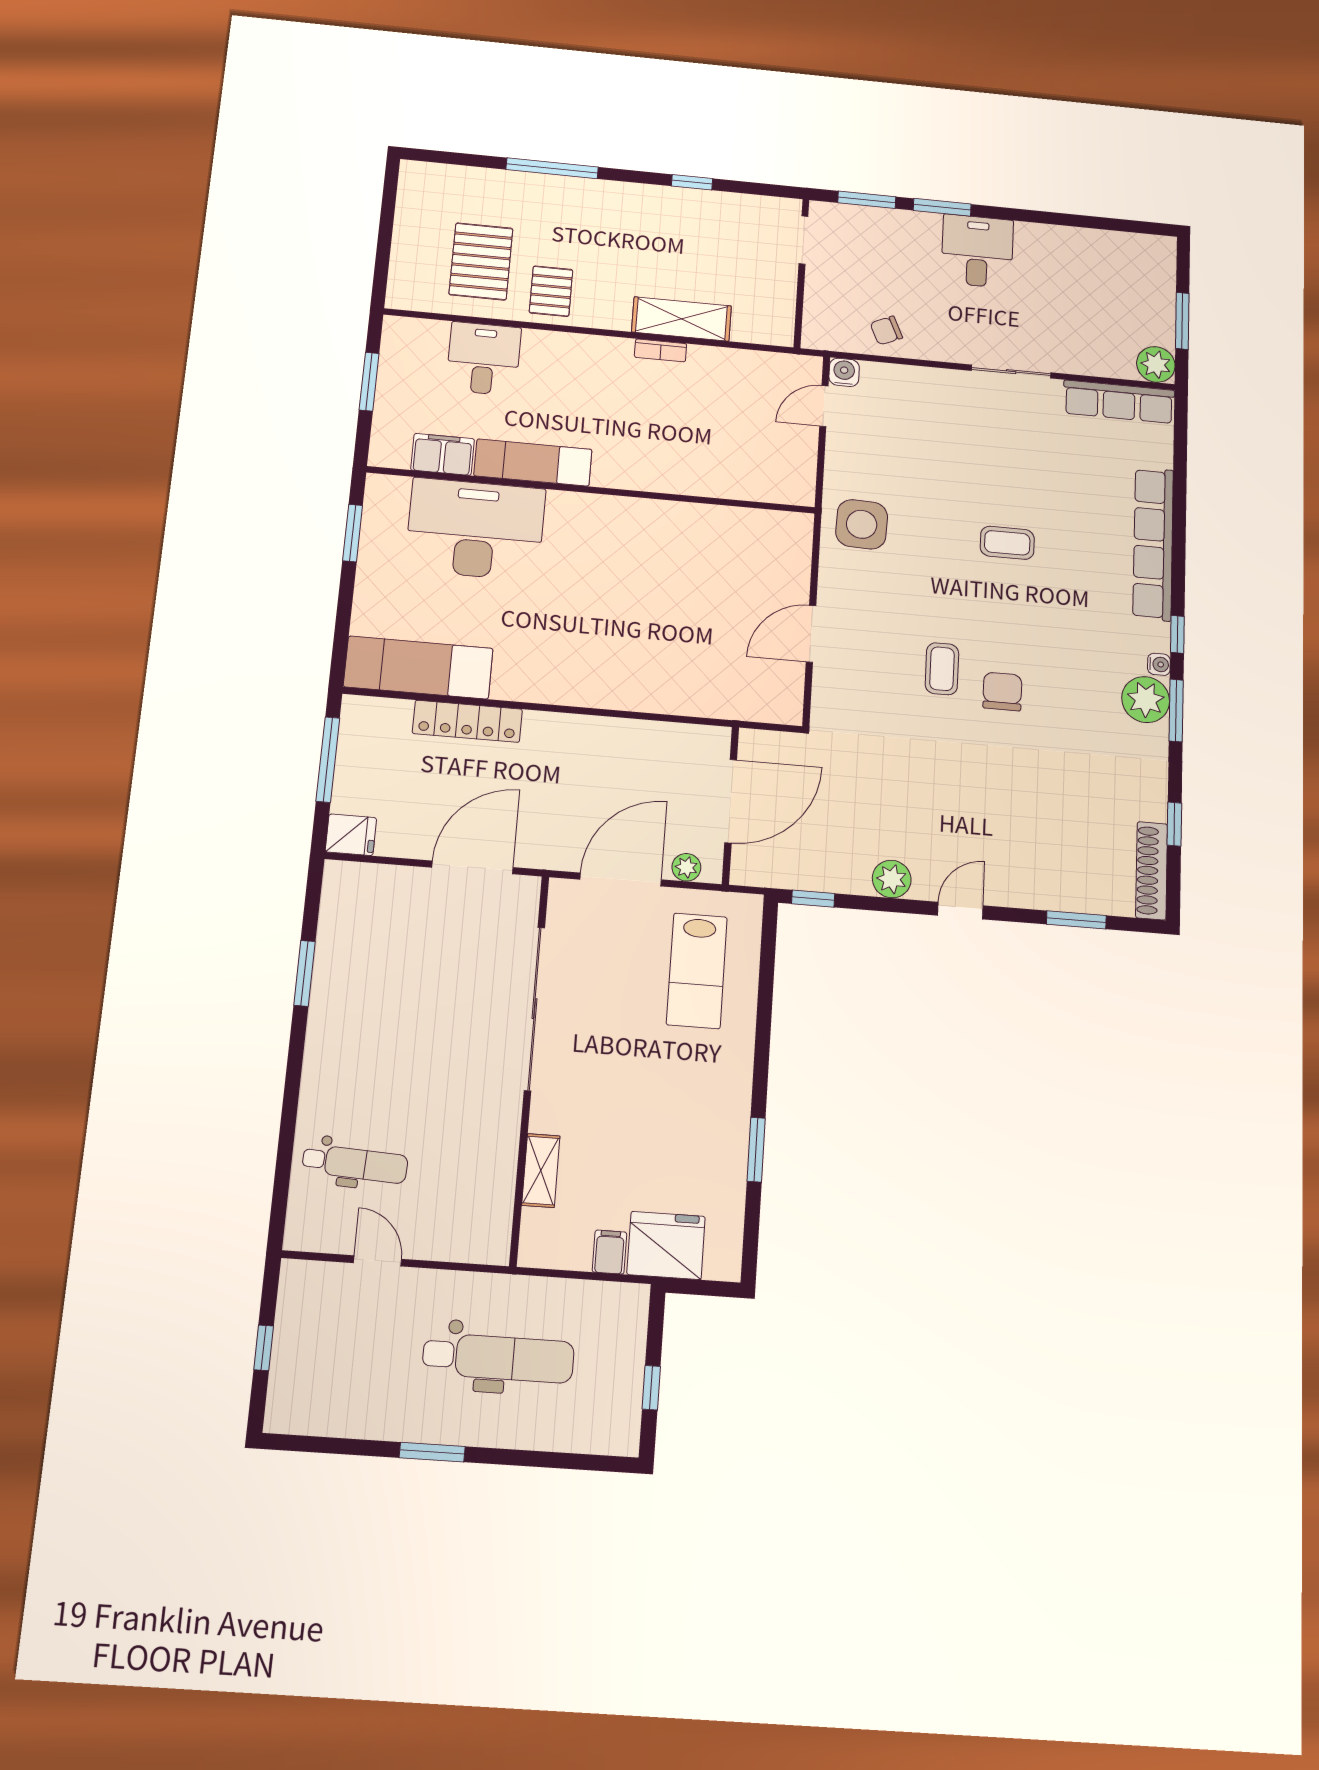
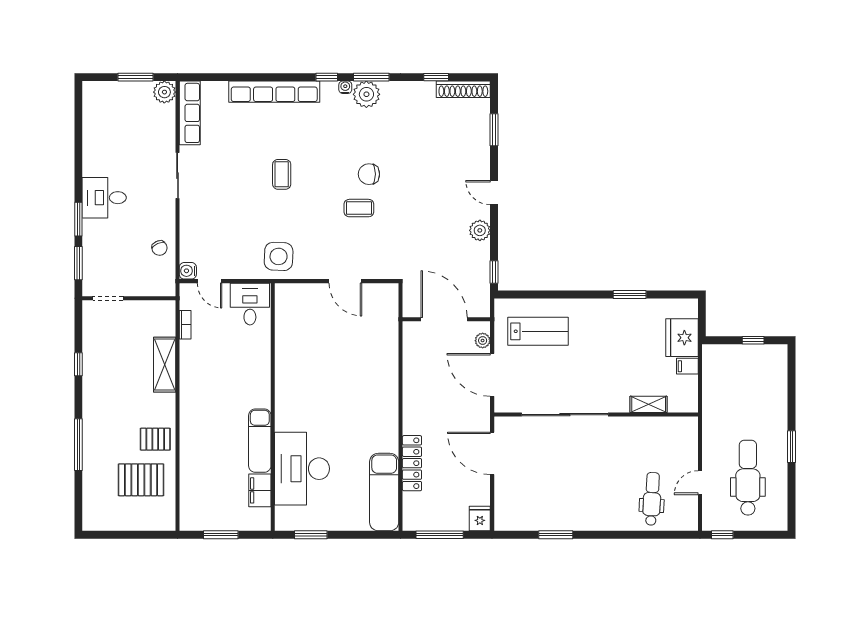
bookcase: (661, 350) -> (185, 325), moved
desk: (484, 359) -> (250, 304), moved, turned 90
window: (264, 1348) -> (722, 535), moved
dental chair: (498, 1358) -> (748, 478), moved

